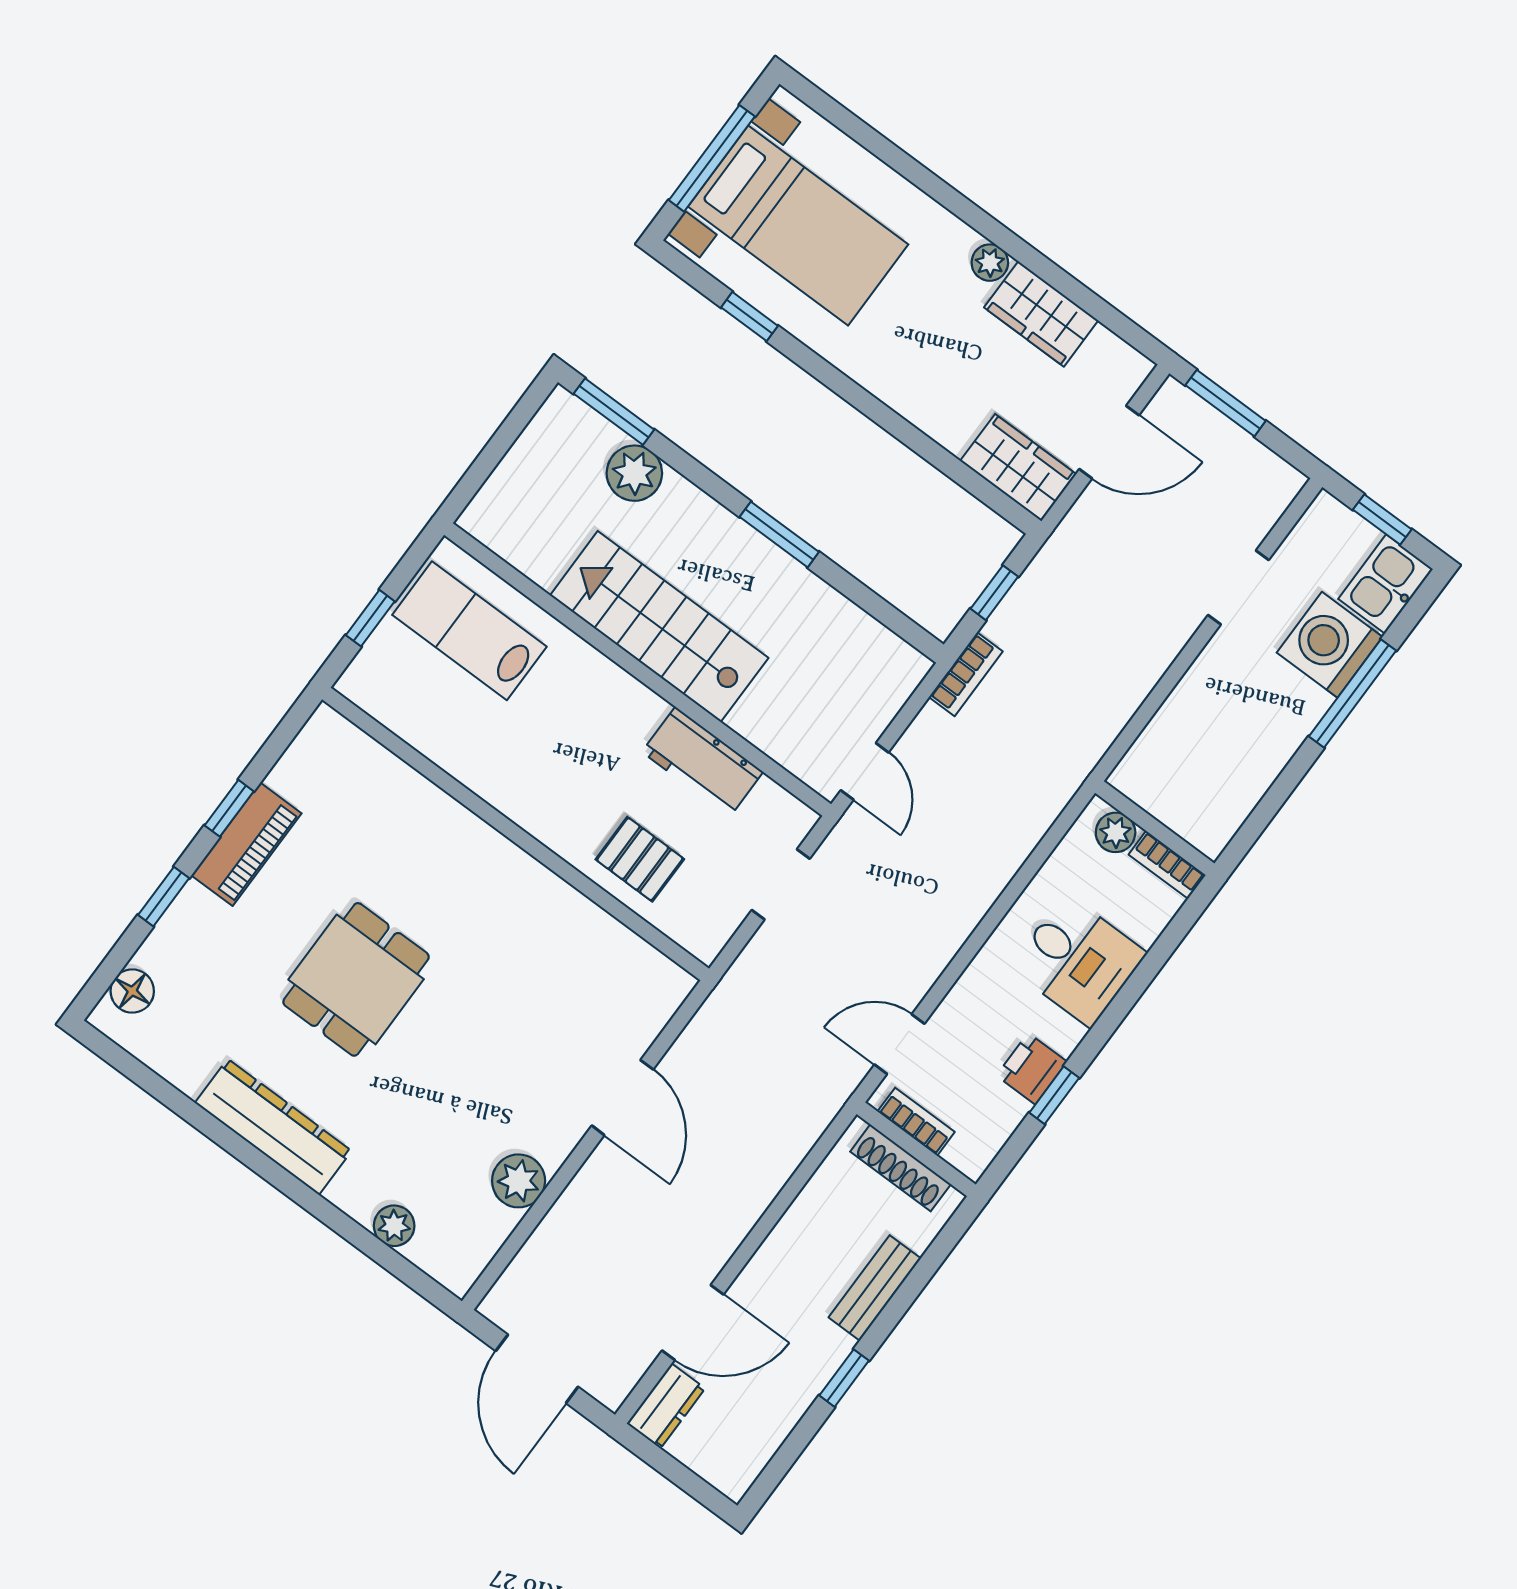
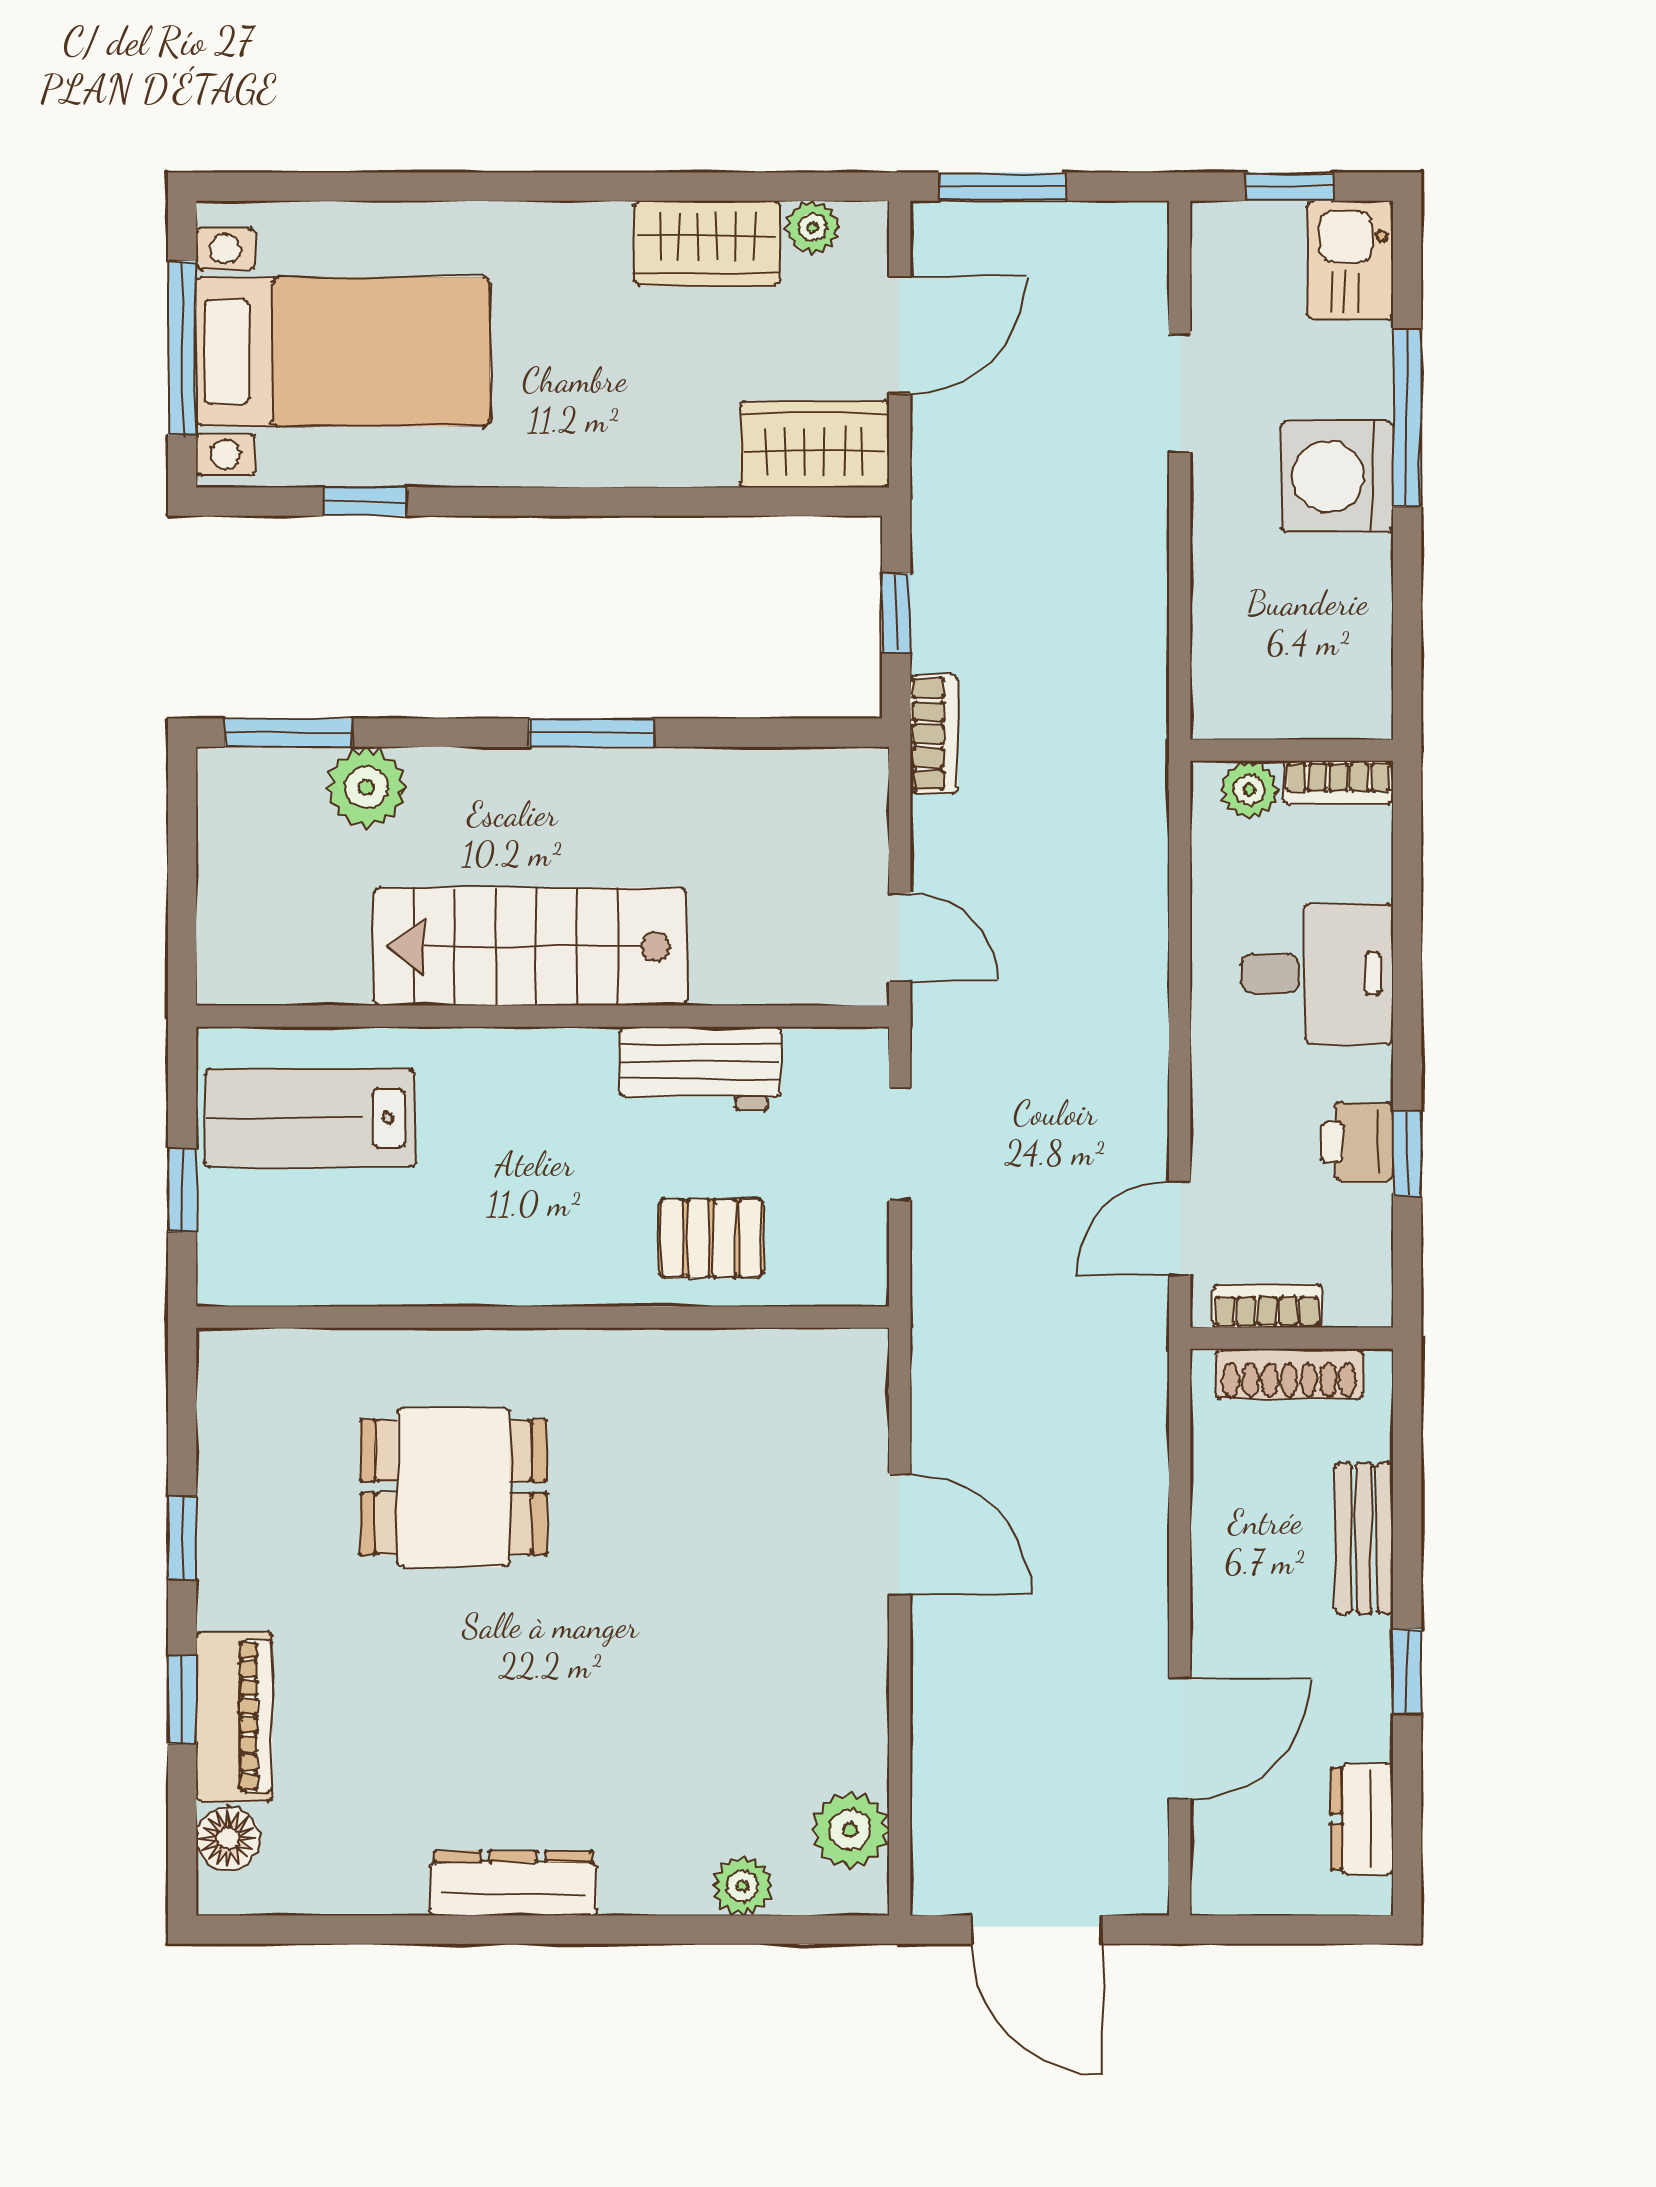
plant: (990, 263) -> (812, 227), moved
washing machine: (1330, 645) -> (1337, 477), moved
piano: (246, 844) -> (234, 1716), moved
dining table: (356, 979) -> (454, 1487), moved, turned 90
dresser: (273, 1127) -> (513, 1883), width x0.73, depth x0.80
plant: (519, 1181) -> (850, 1830), moved
dresser: (666, 1406) -> (1362, 1819), moved, turned 180

